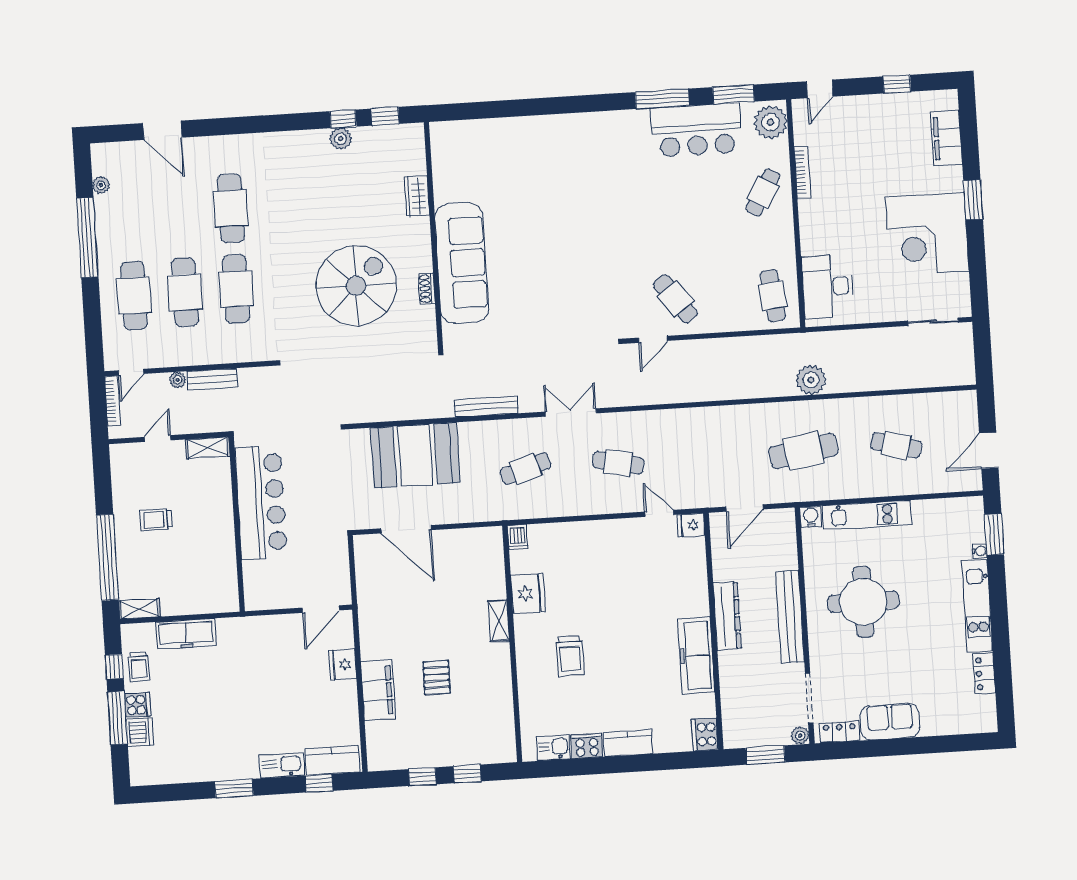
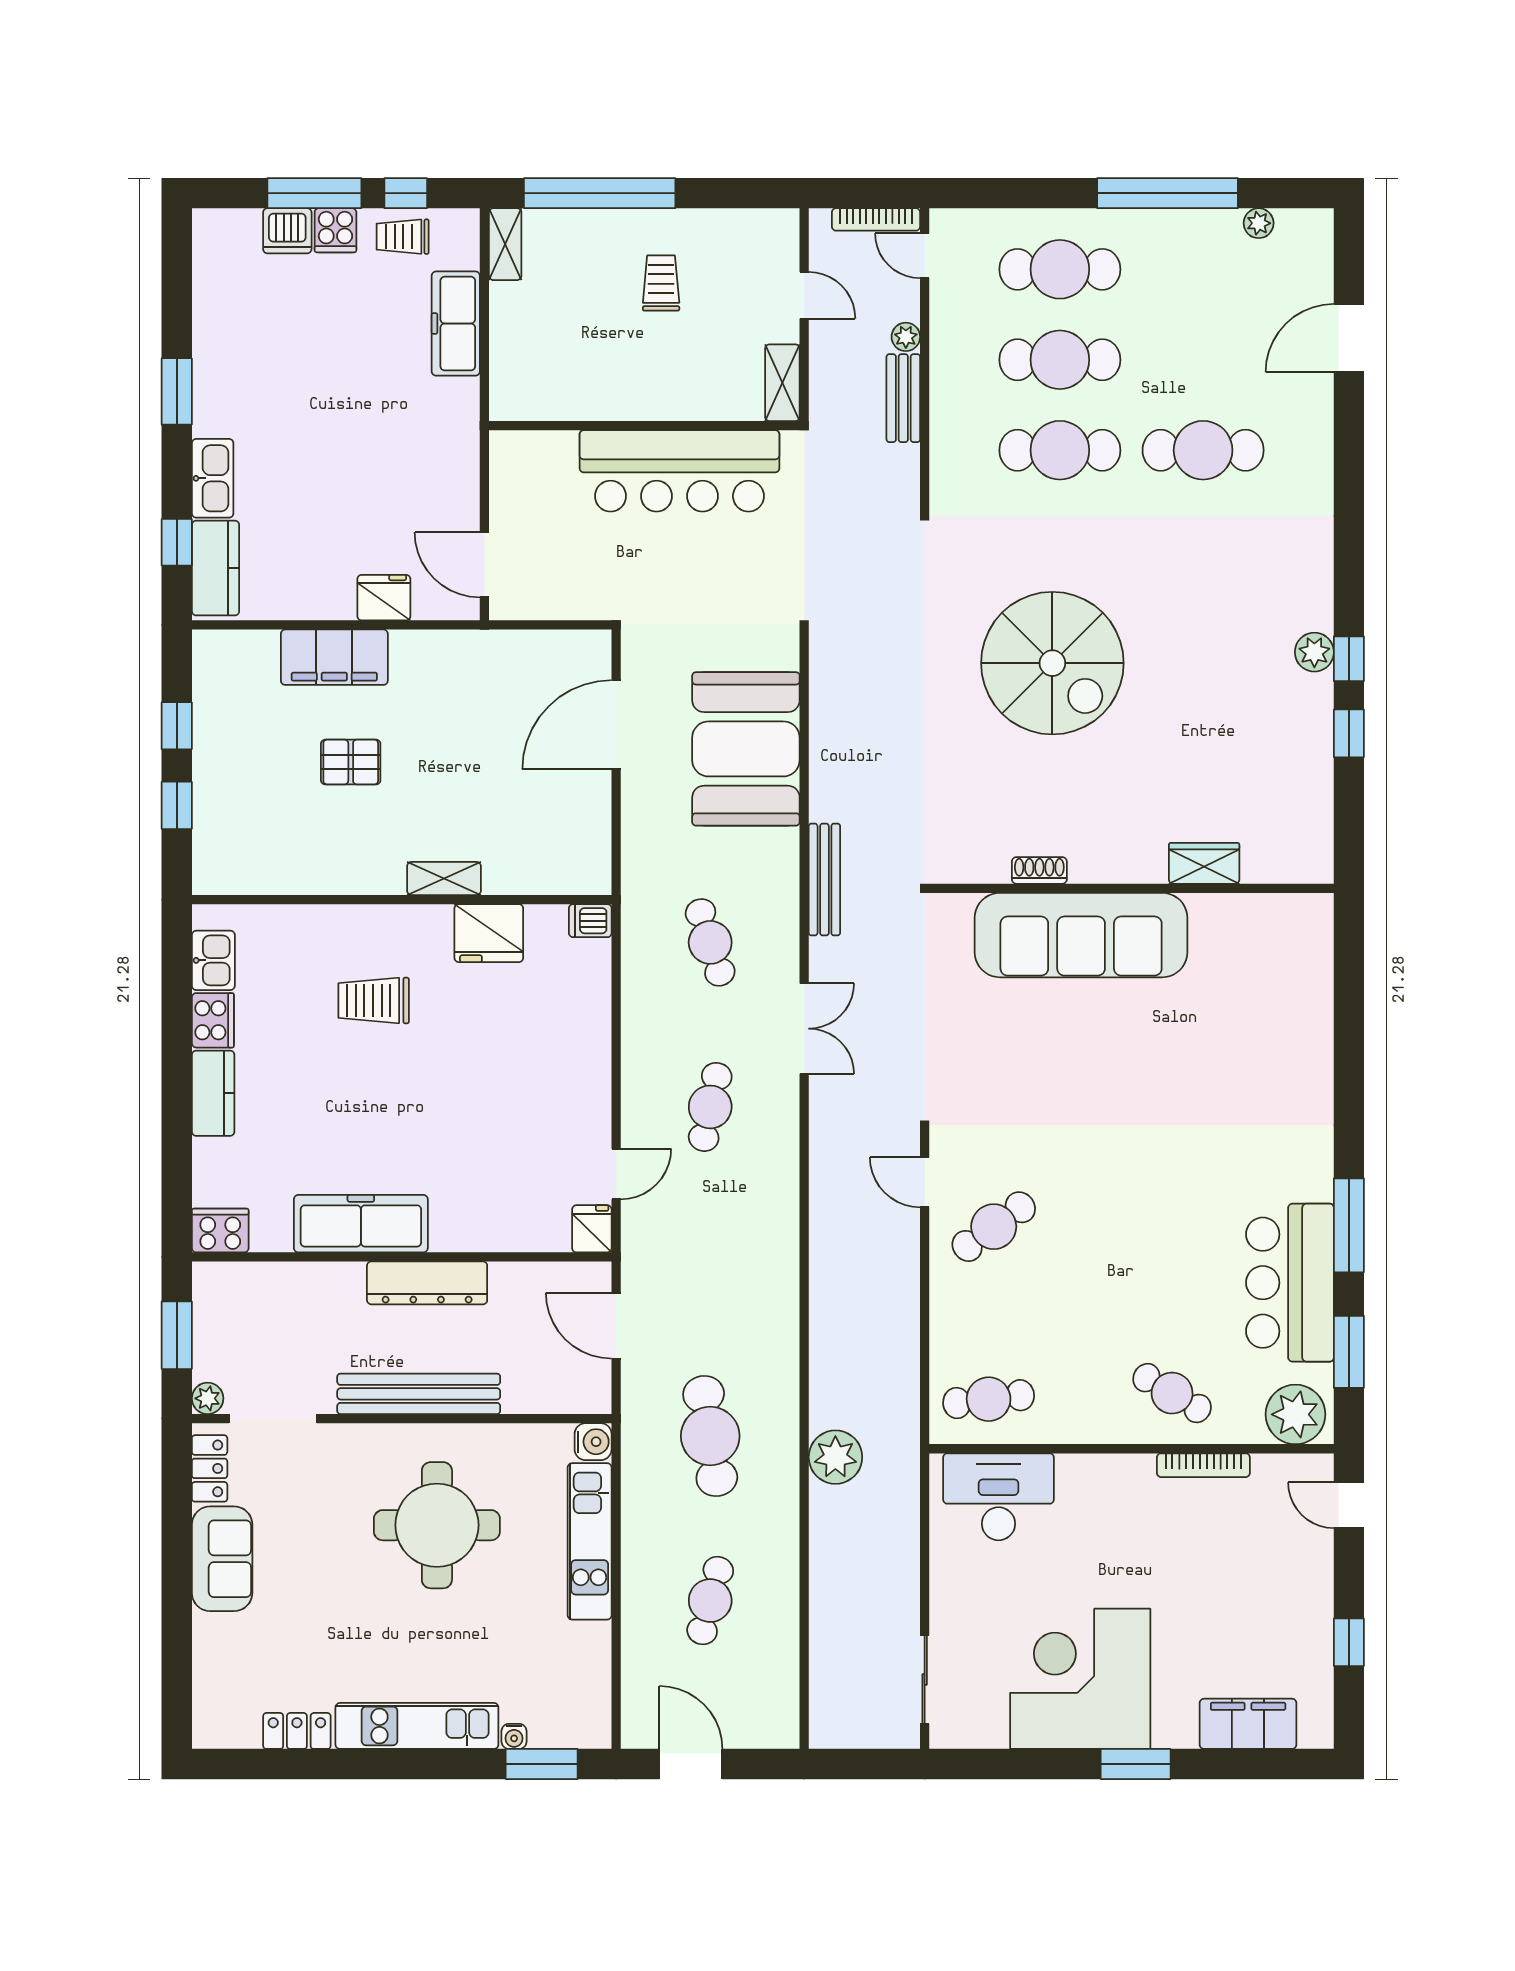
wardrobe: (417, 196) -> (1204, 863), moved
wall: (433, 236) -> (1131, 888), moved
sofa: (462, 263) -> (1081, 935), moved
shoe rack: (427, 289) -> (1039, 870), moved

